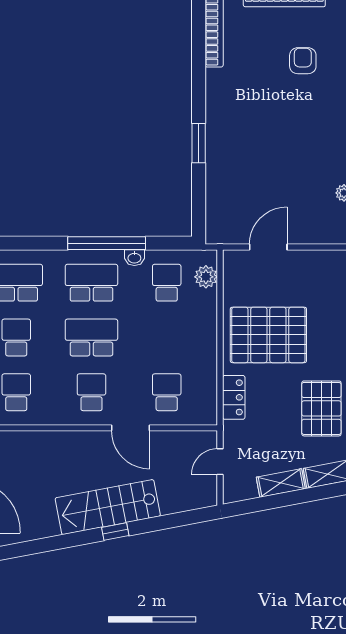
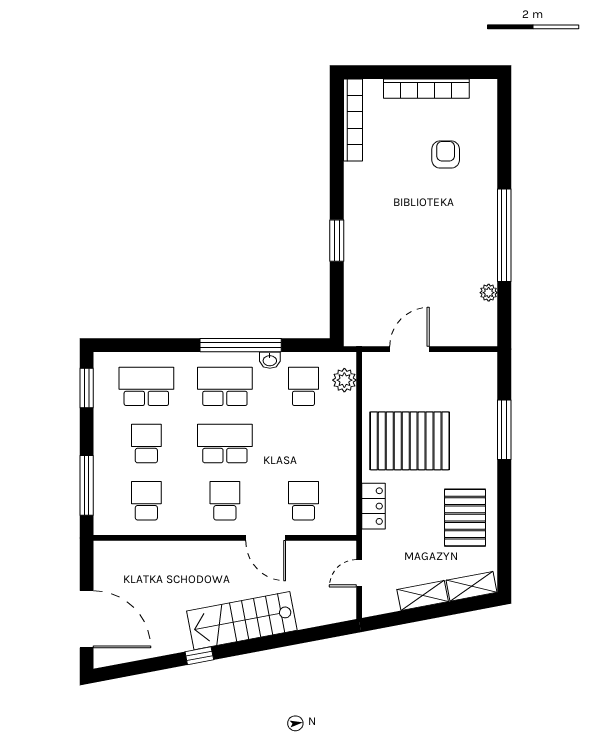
window: (115, 532) -> (199, 656), moved

